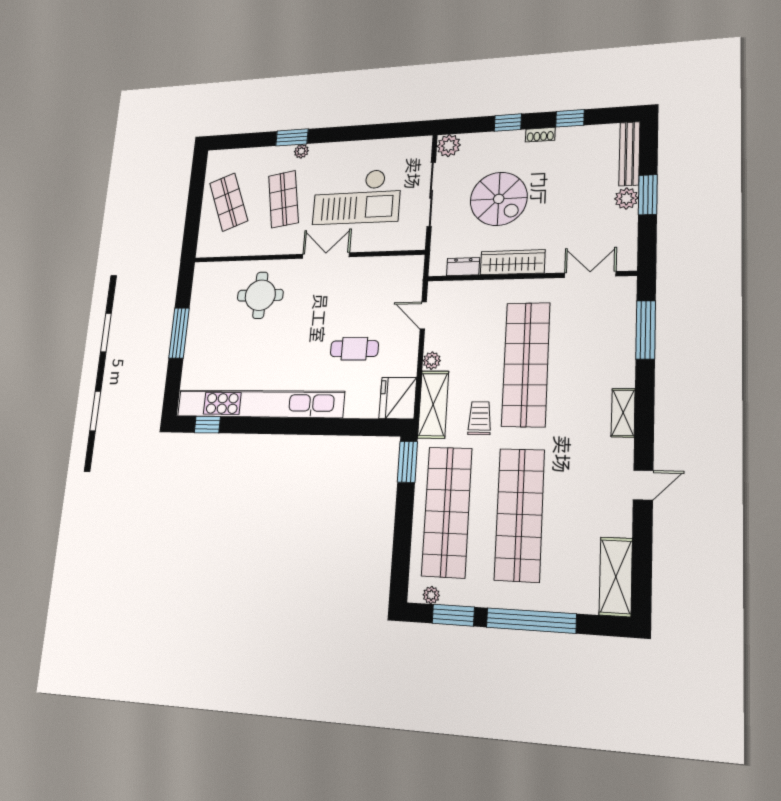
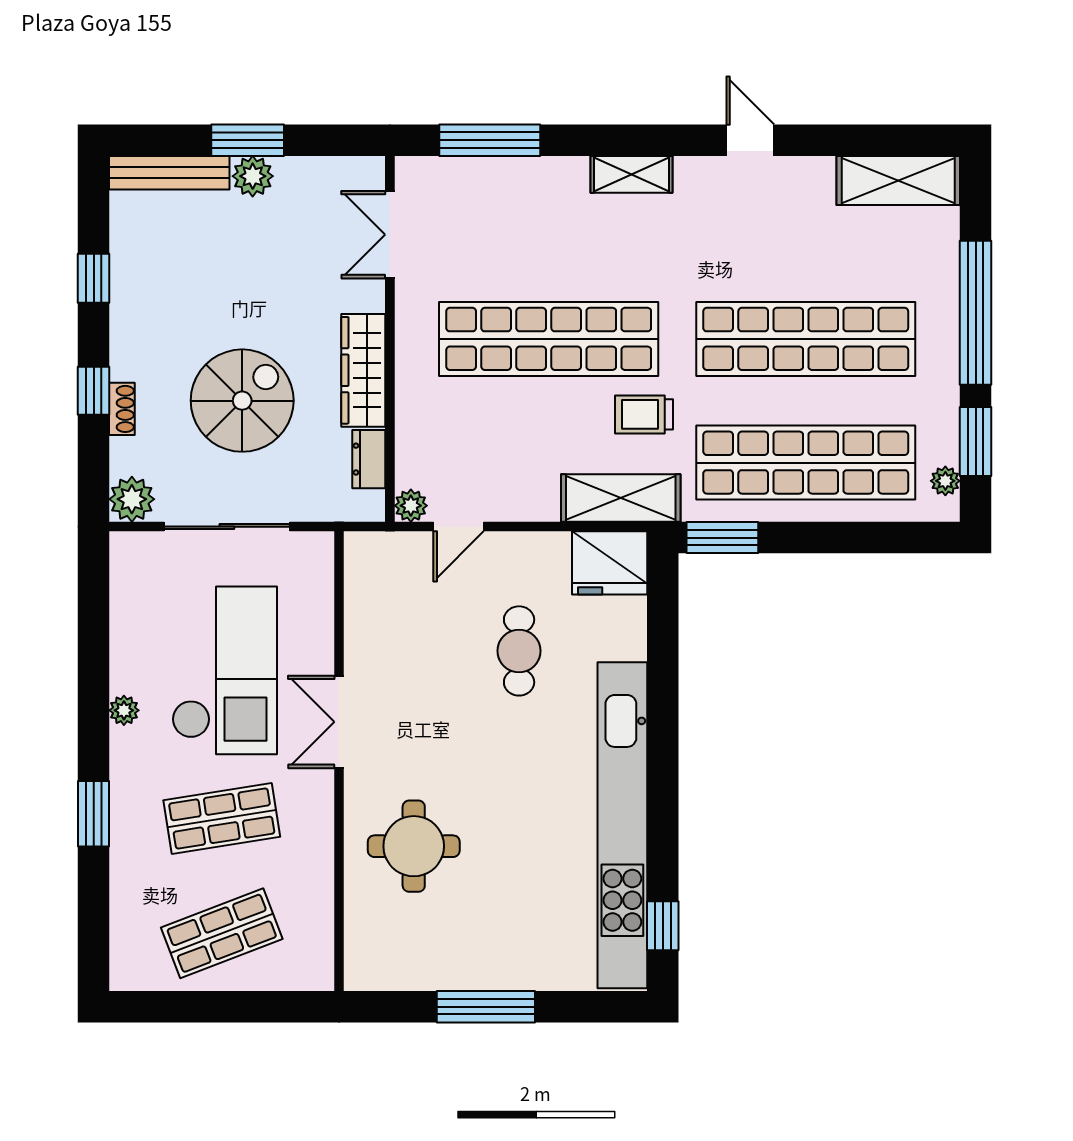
shoe rack: (540, 135) -> (122, 409), moved
plant: (301, 151) -> (124, 710), moved
plant: (432, 361) -> (411, 506), moved

